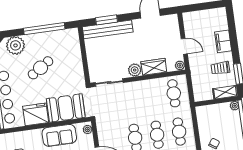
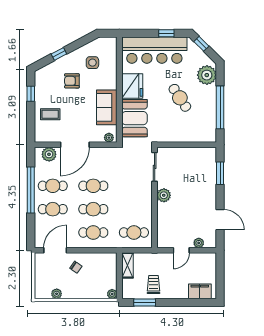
bench: (108, 29) -> (210, 173), removed
filing cabinet: (223, 41) -> (200, 291), moved
plant: (180, 65) -> (199, 243), moved
wardrobe: (154, 67) -> (164, 216), removed
shelving: (225, 92) -> (128, 265), moved

